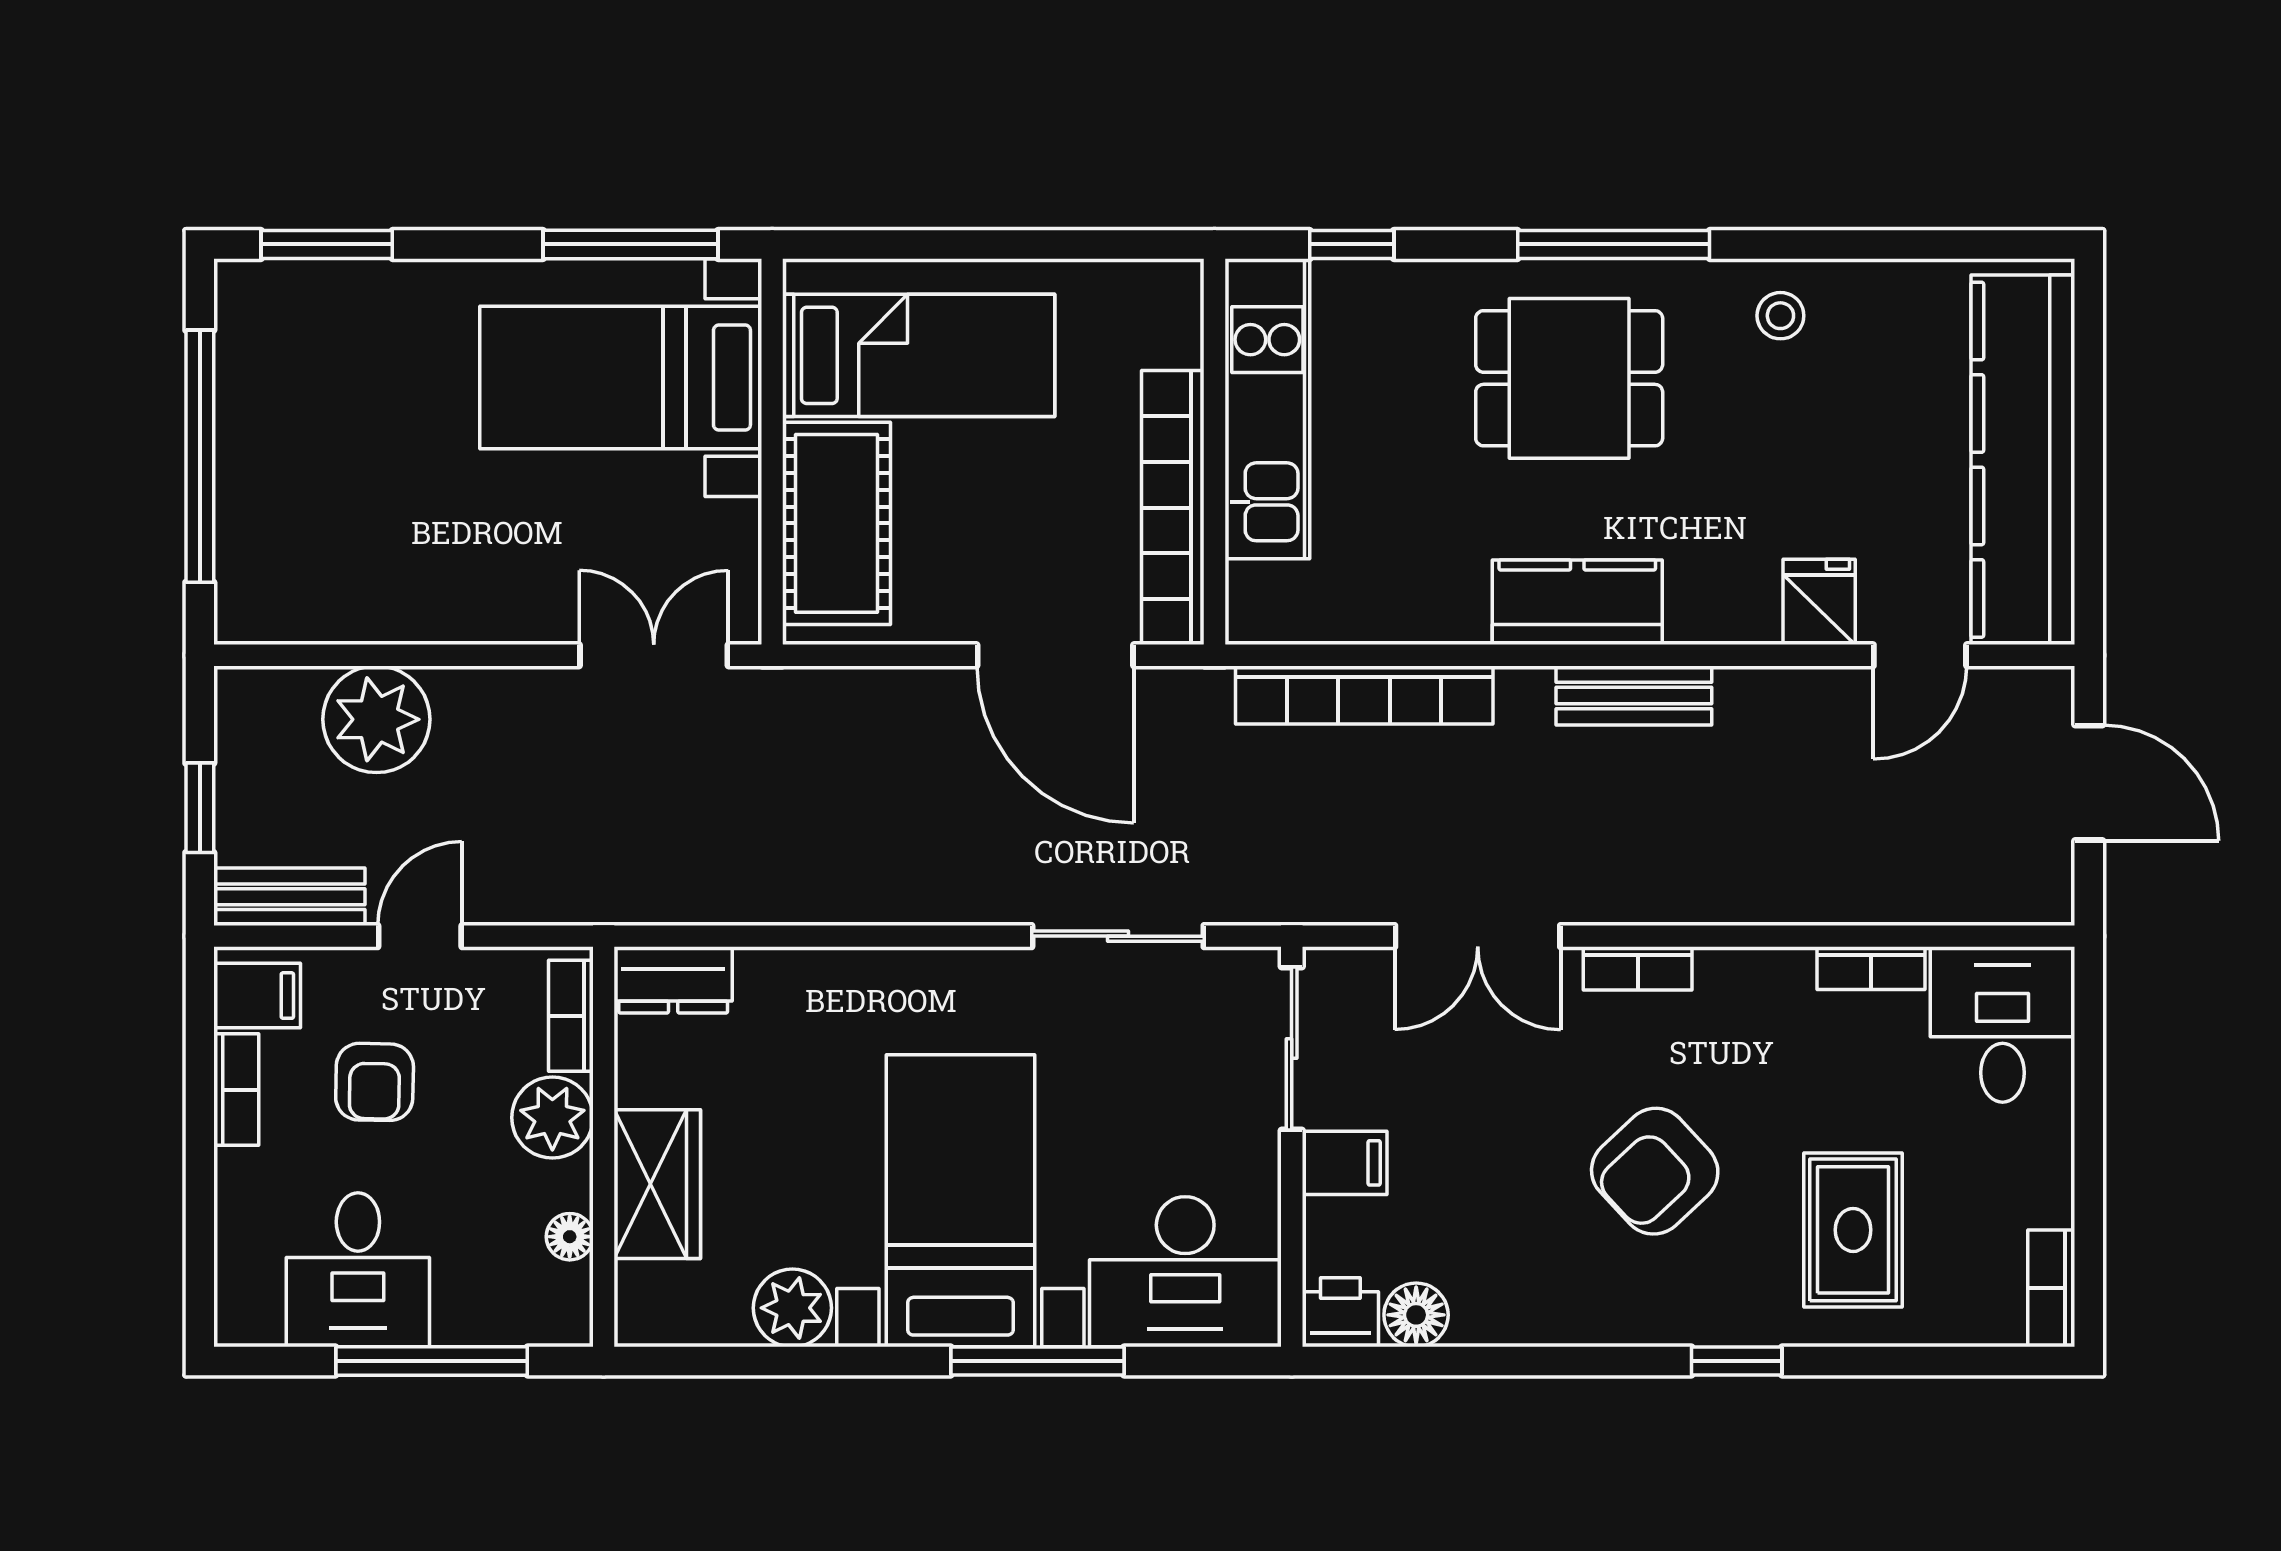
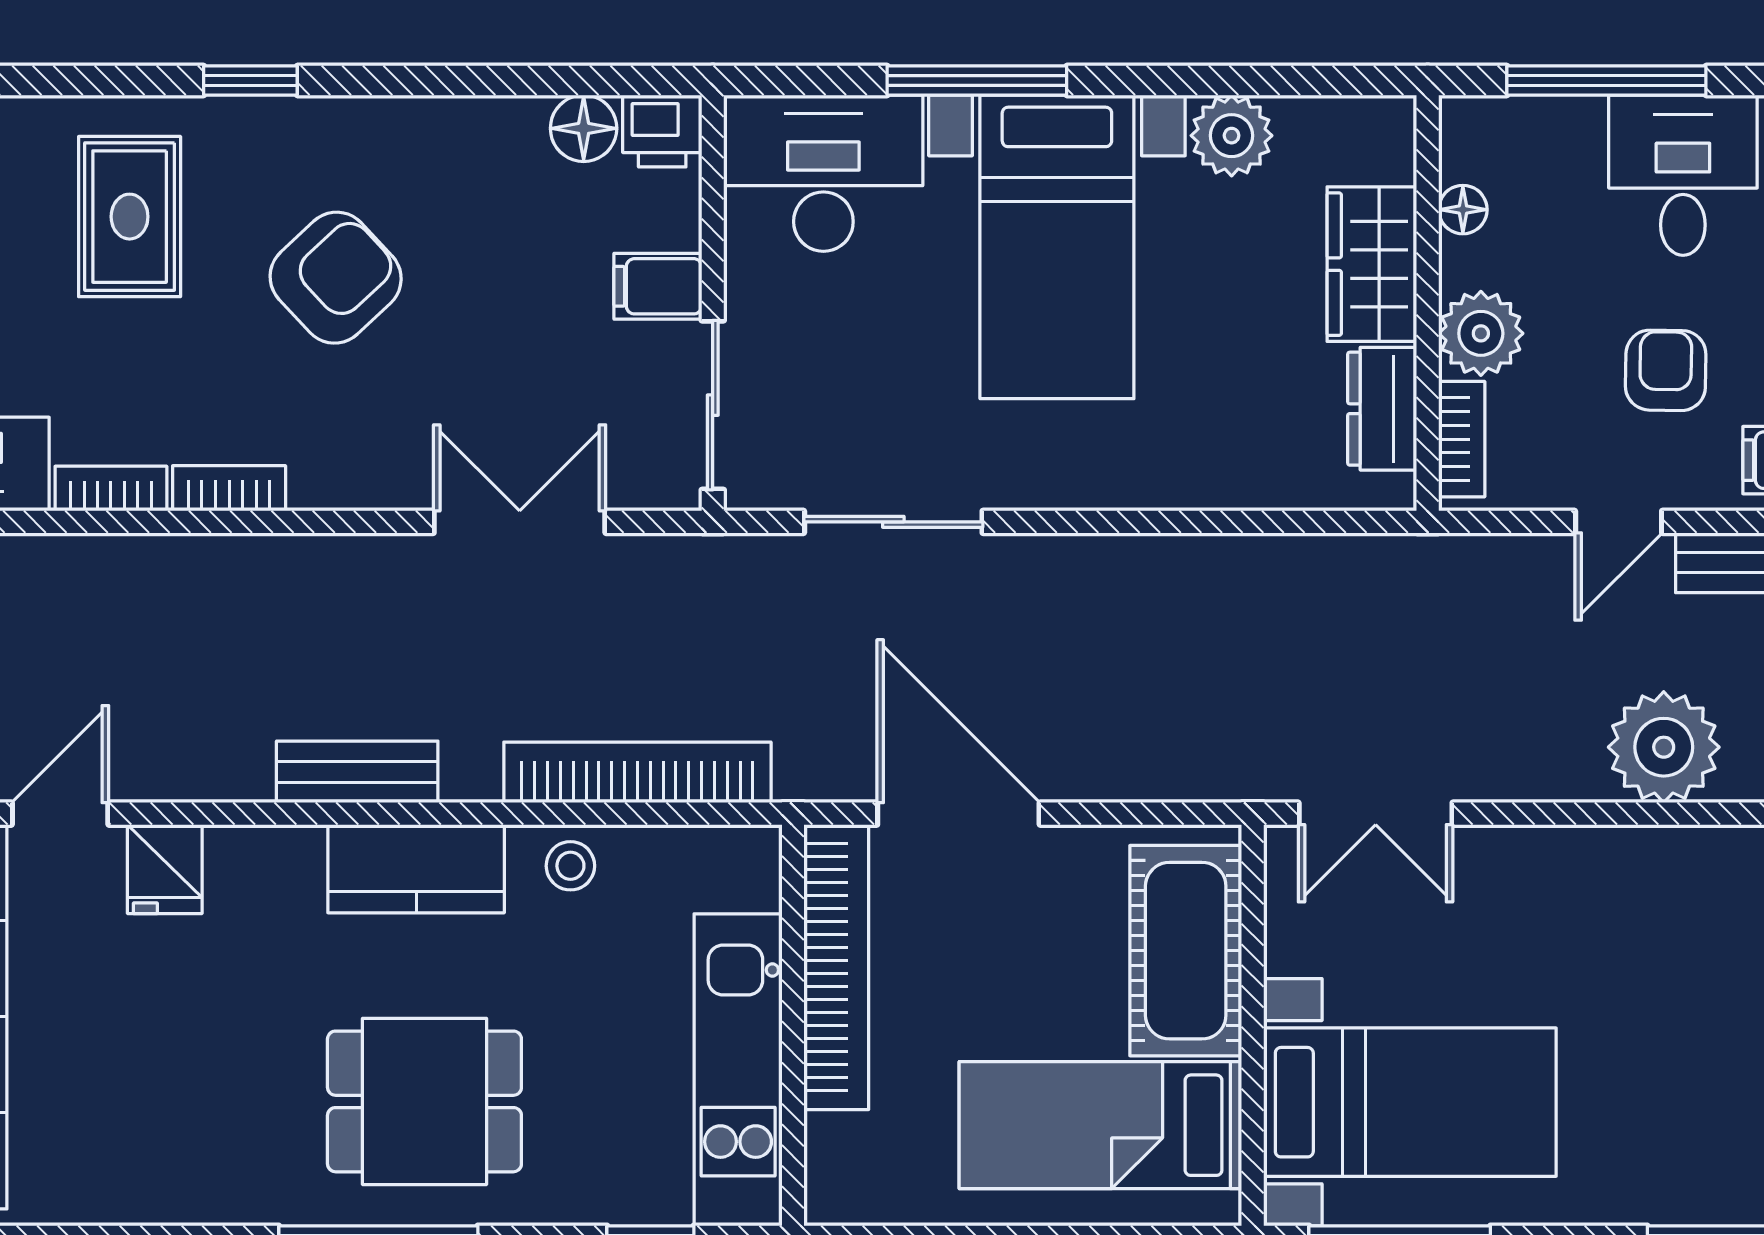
stool: (1780, 316) -> (570, 866), moved
bookcase: (1638, 968) -> (229, 488), moved
dresser: (673, 980) -> (1382, 409), moved, turned -90

